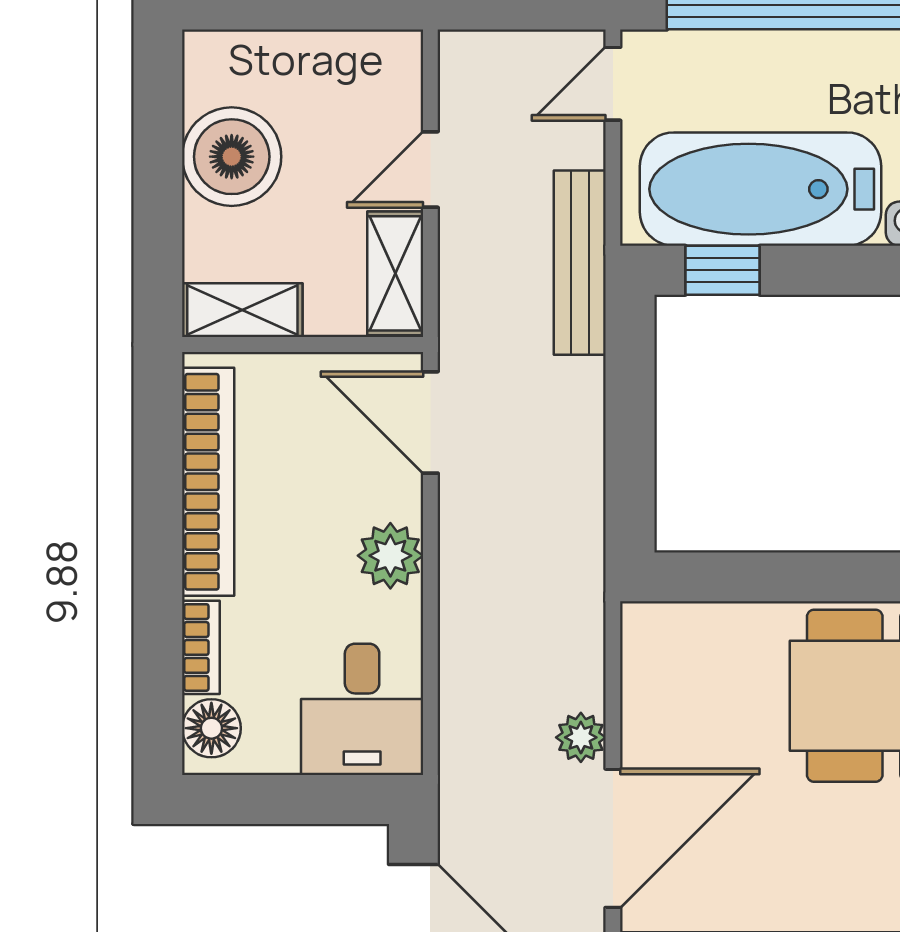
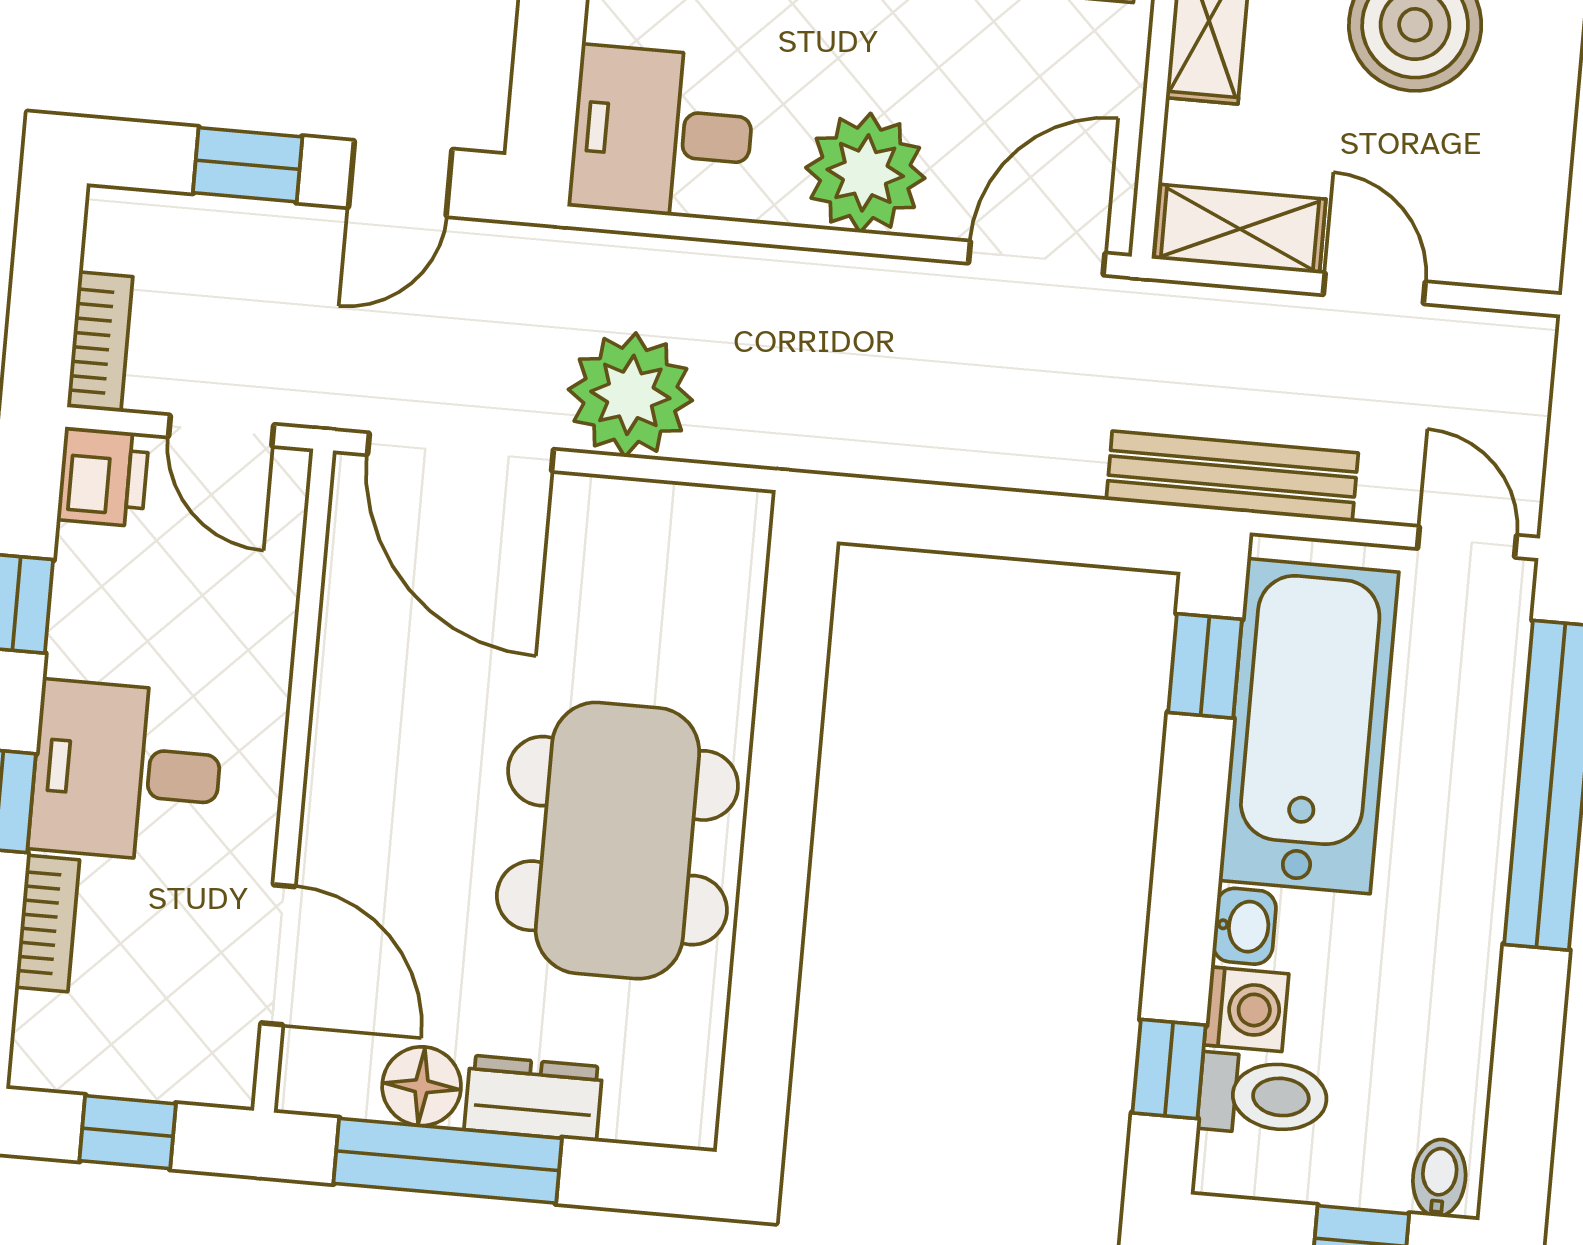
plant: (390, 556) -> (865, 173), width x1.36, depth x1.36
plant: (581, 737) -> (630, 395), width x1.88, depth x1.88

